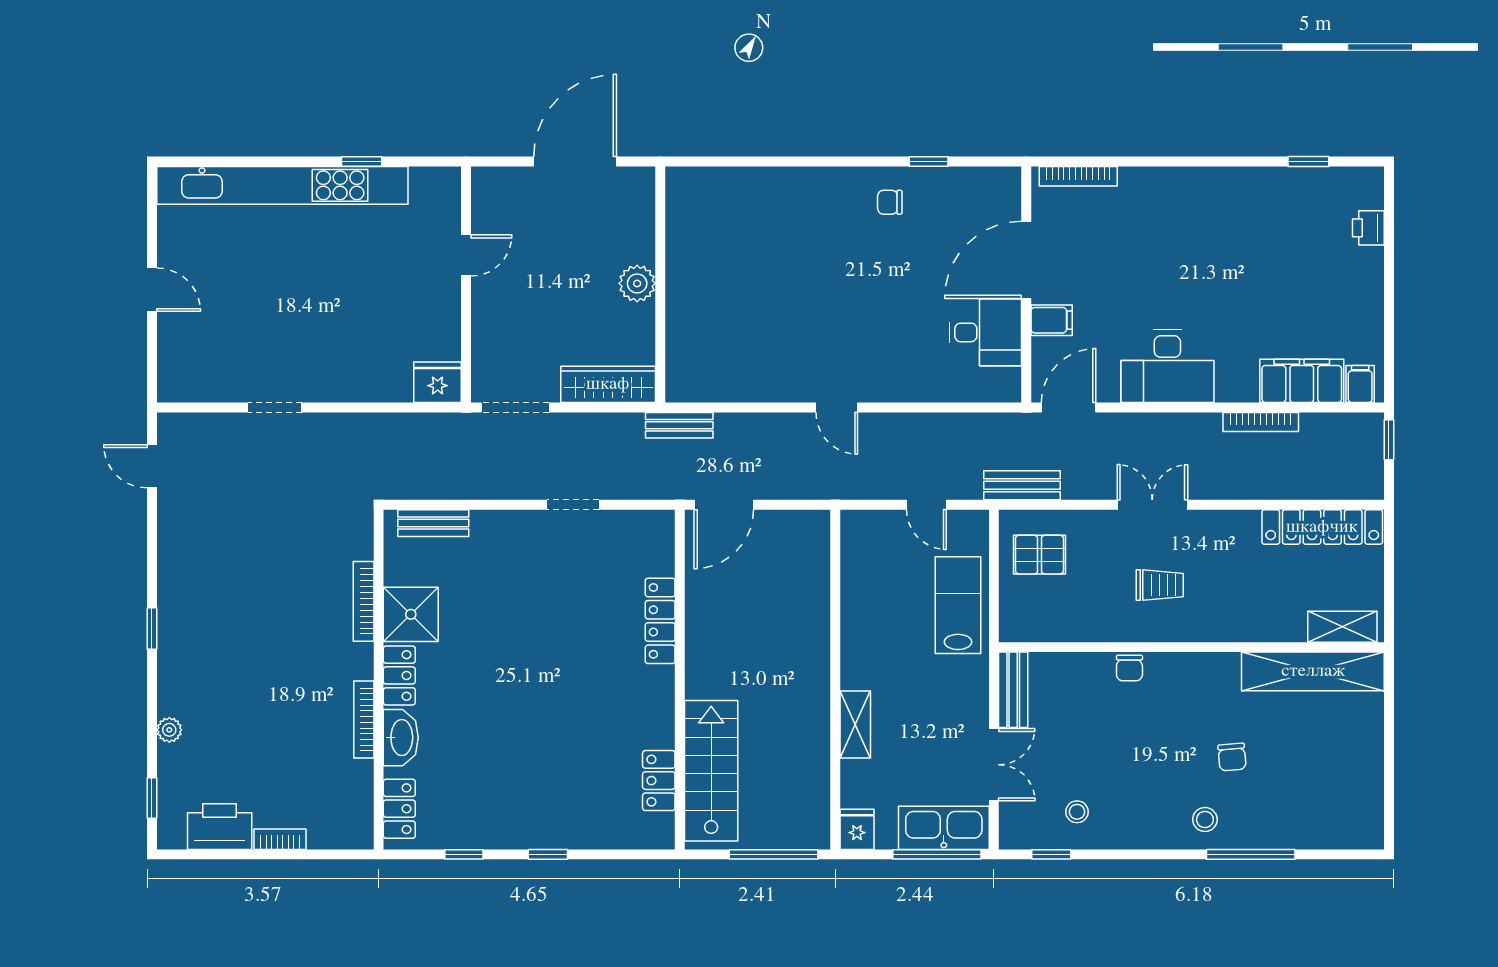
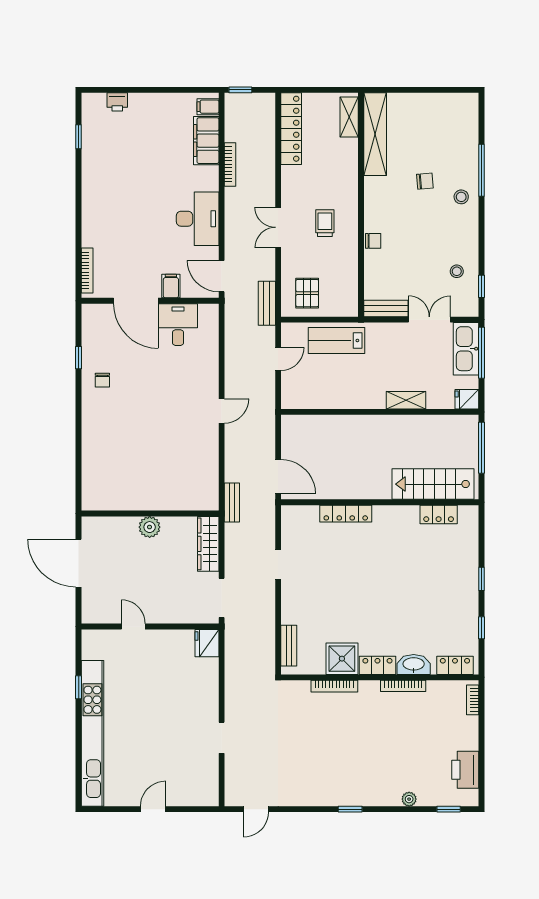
bookcase: (280, 839) -> (473, 700), moved

